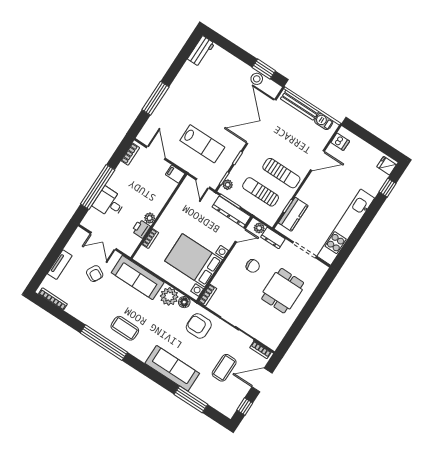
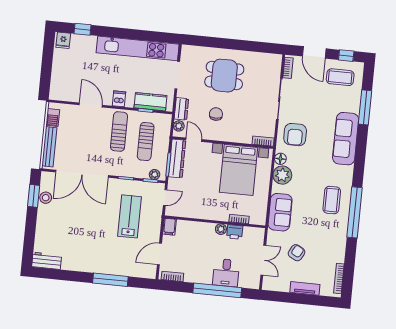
dishwasher: (340, 142) -> (119, 99), moved
sofa: (138, 278) -> (280, 212), width x0.73
coffee table: (224, 368) -> (340, 77), moved

